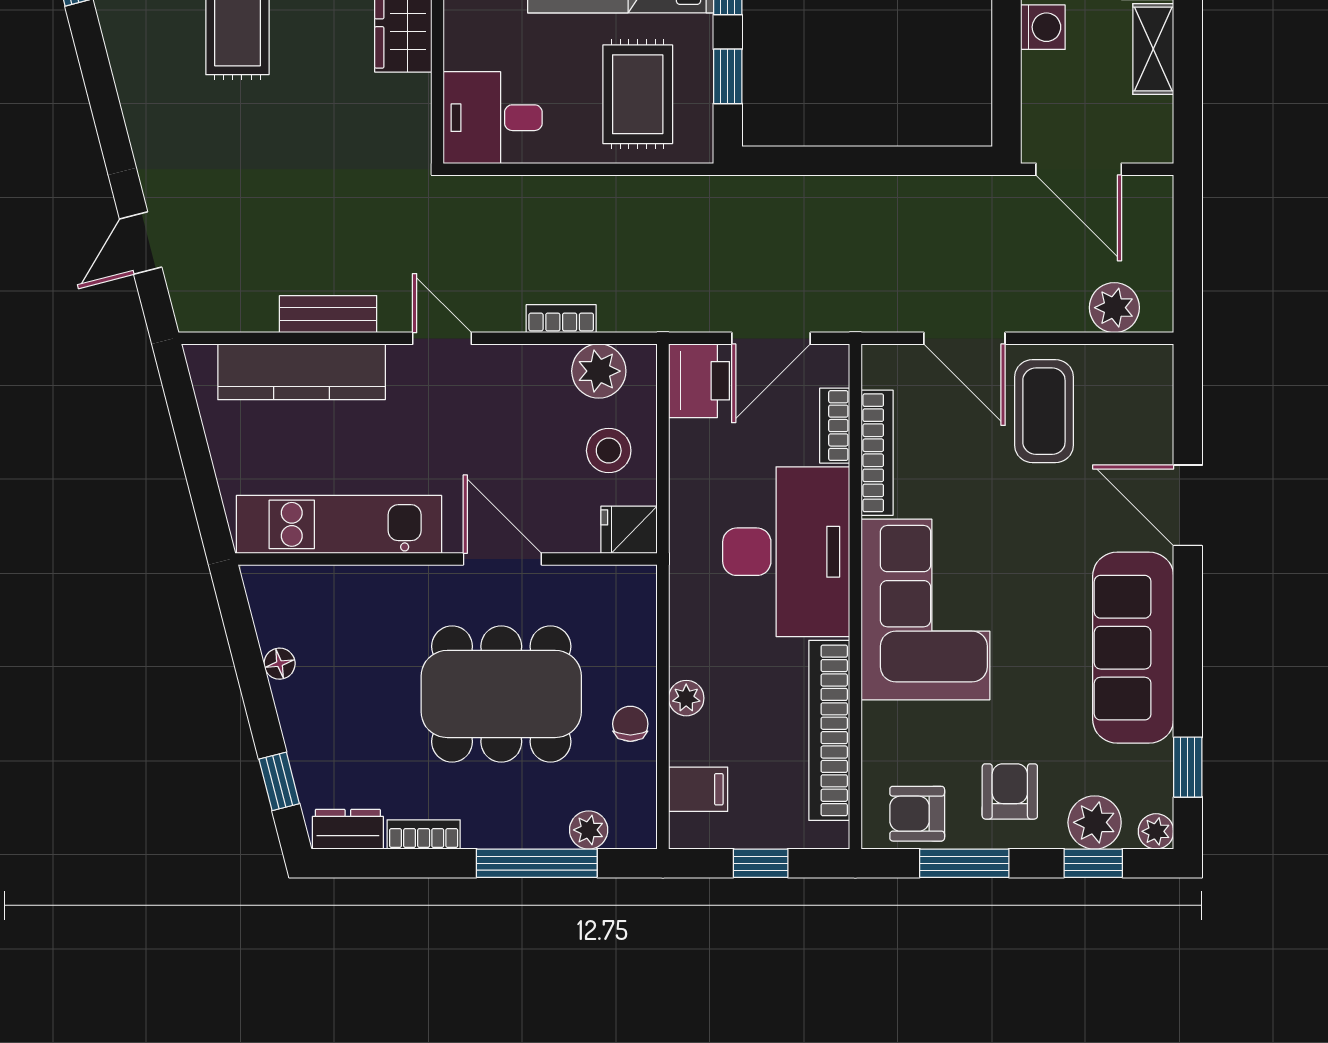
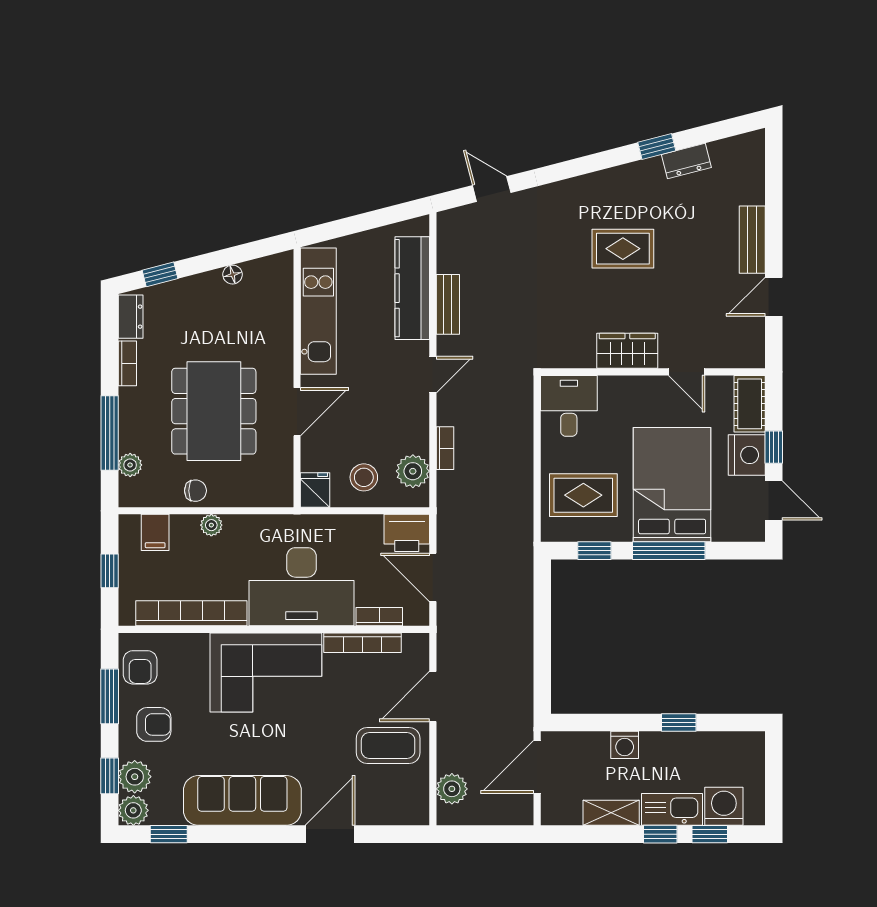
armchair: (917, 814) -> (140, 667), turned 180
plant: (1156, 831) -> (133, 810), width x1.38, depth x1.38

